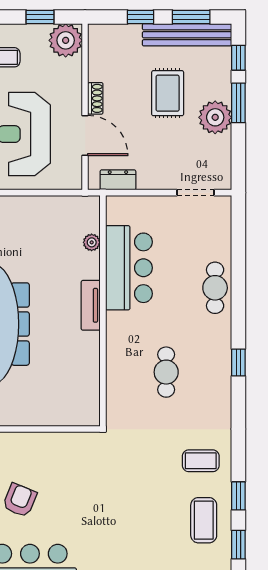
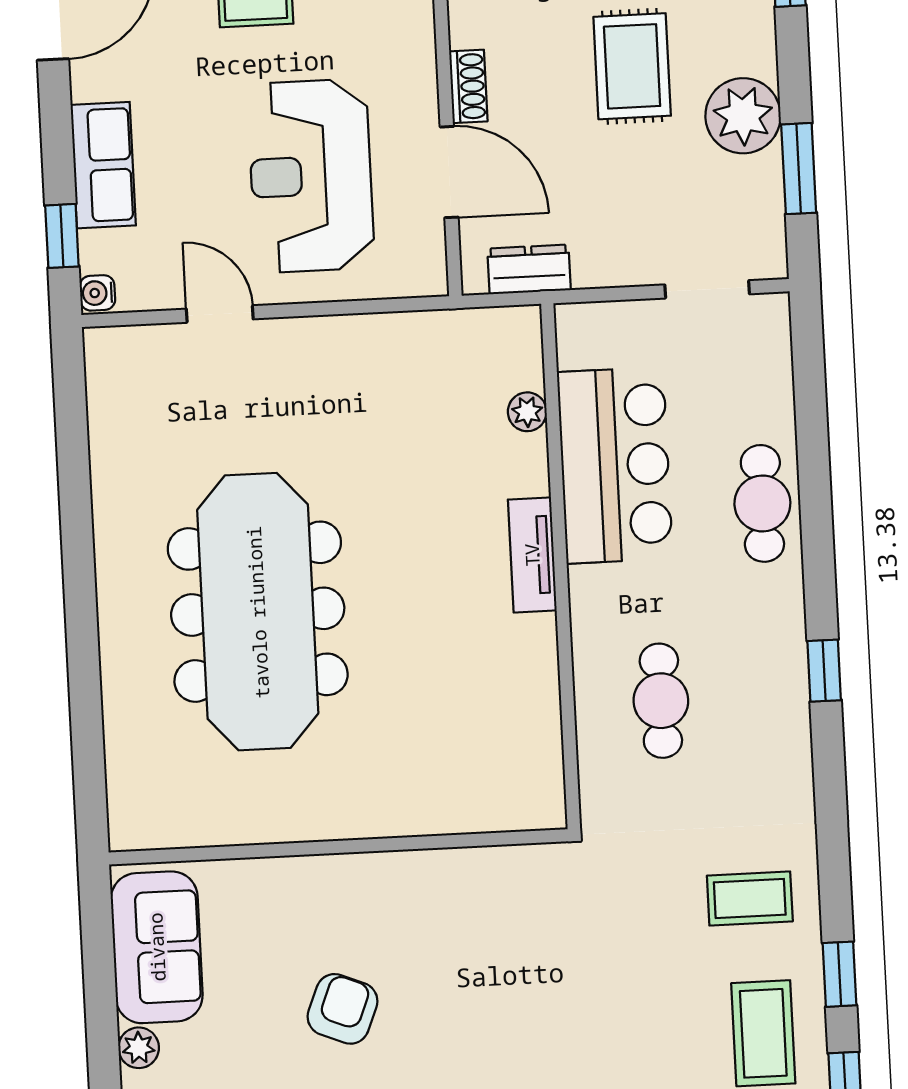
window: (238, 103) -> (799, 169), moved
plant: (92, 242) -> (527, 412), moved
bar counter: (129, 268) -> (615, 465), moved
tv unit: (91, 305) -> (532, 555), moved
wall: (103, 311) -> (561, 566), moved

